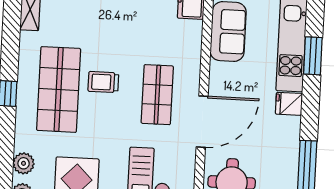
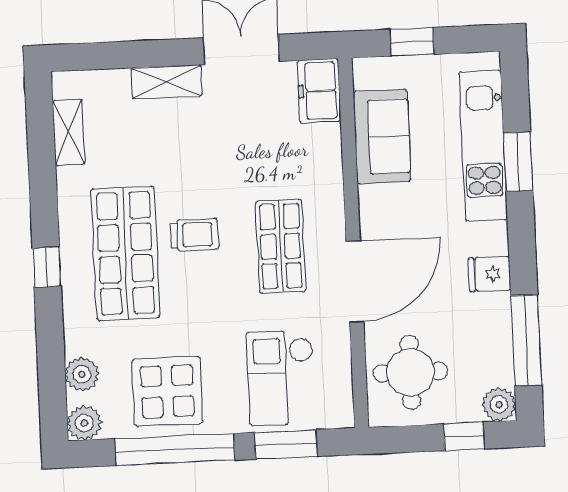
trolley: (103, 82) -> (194, 235), turned 180
fridge: (289, 104) -> (489, 274), moved

